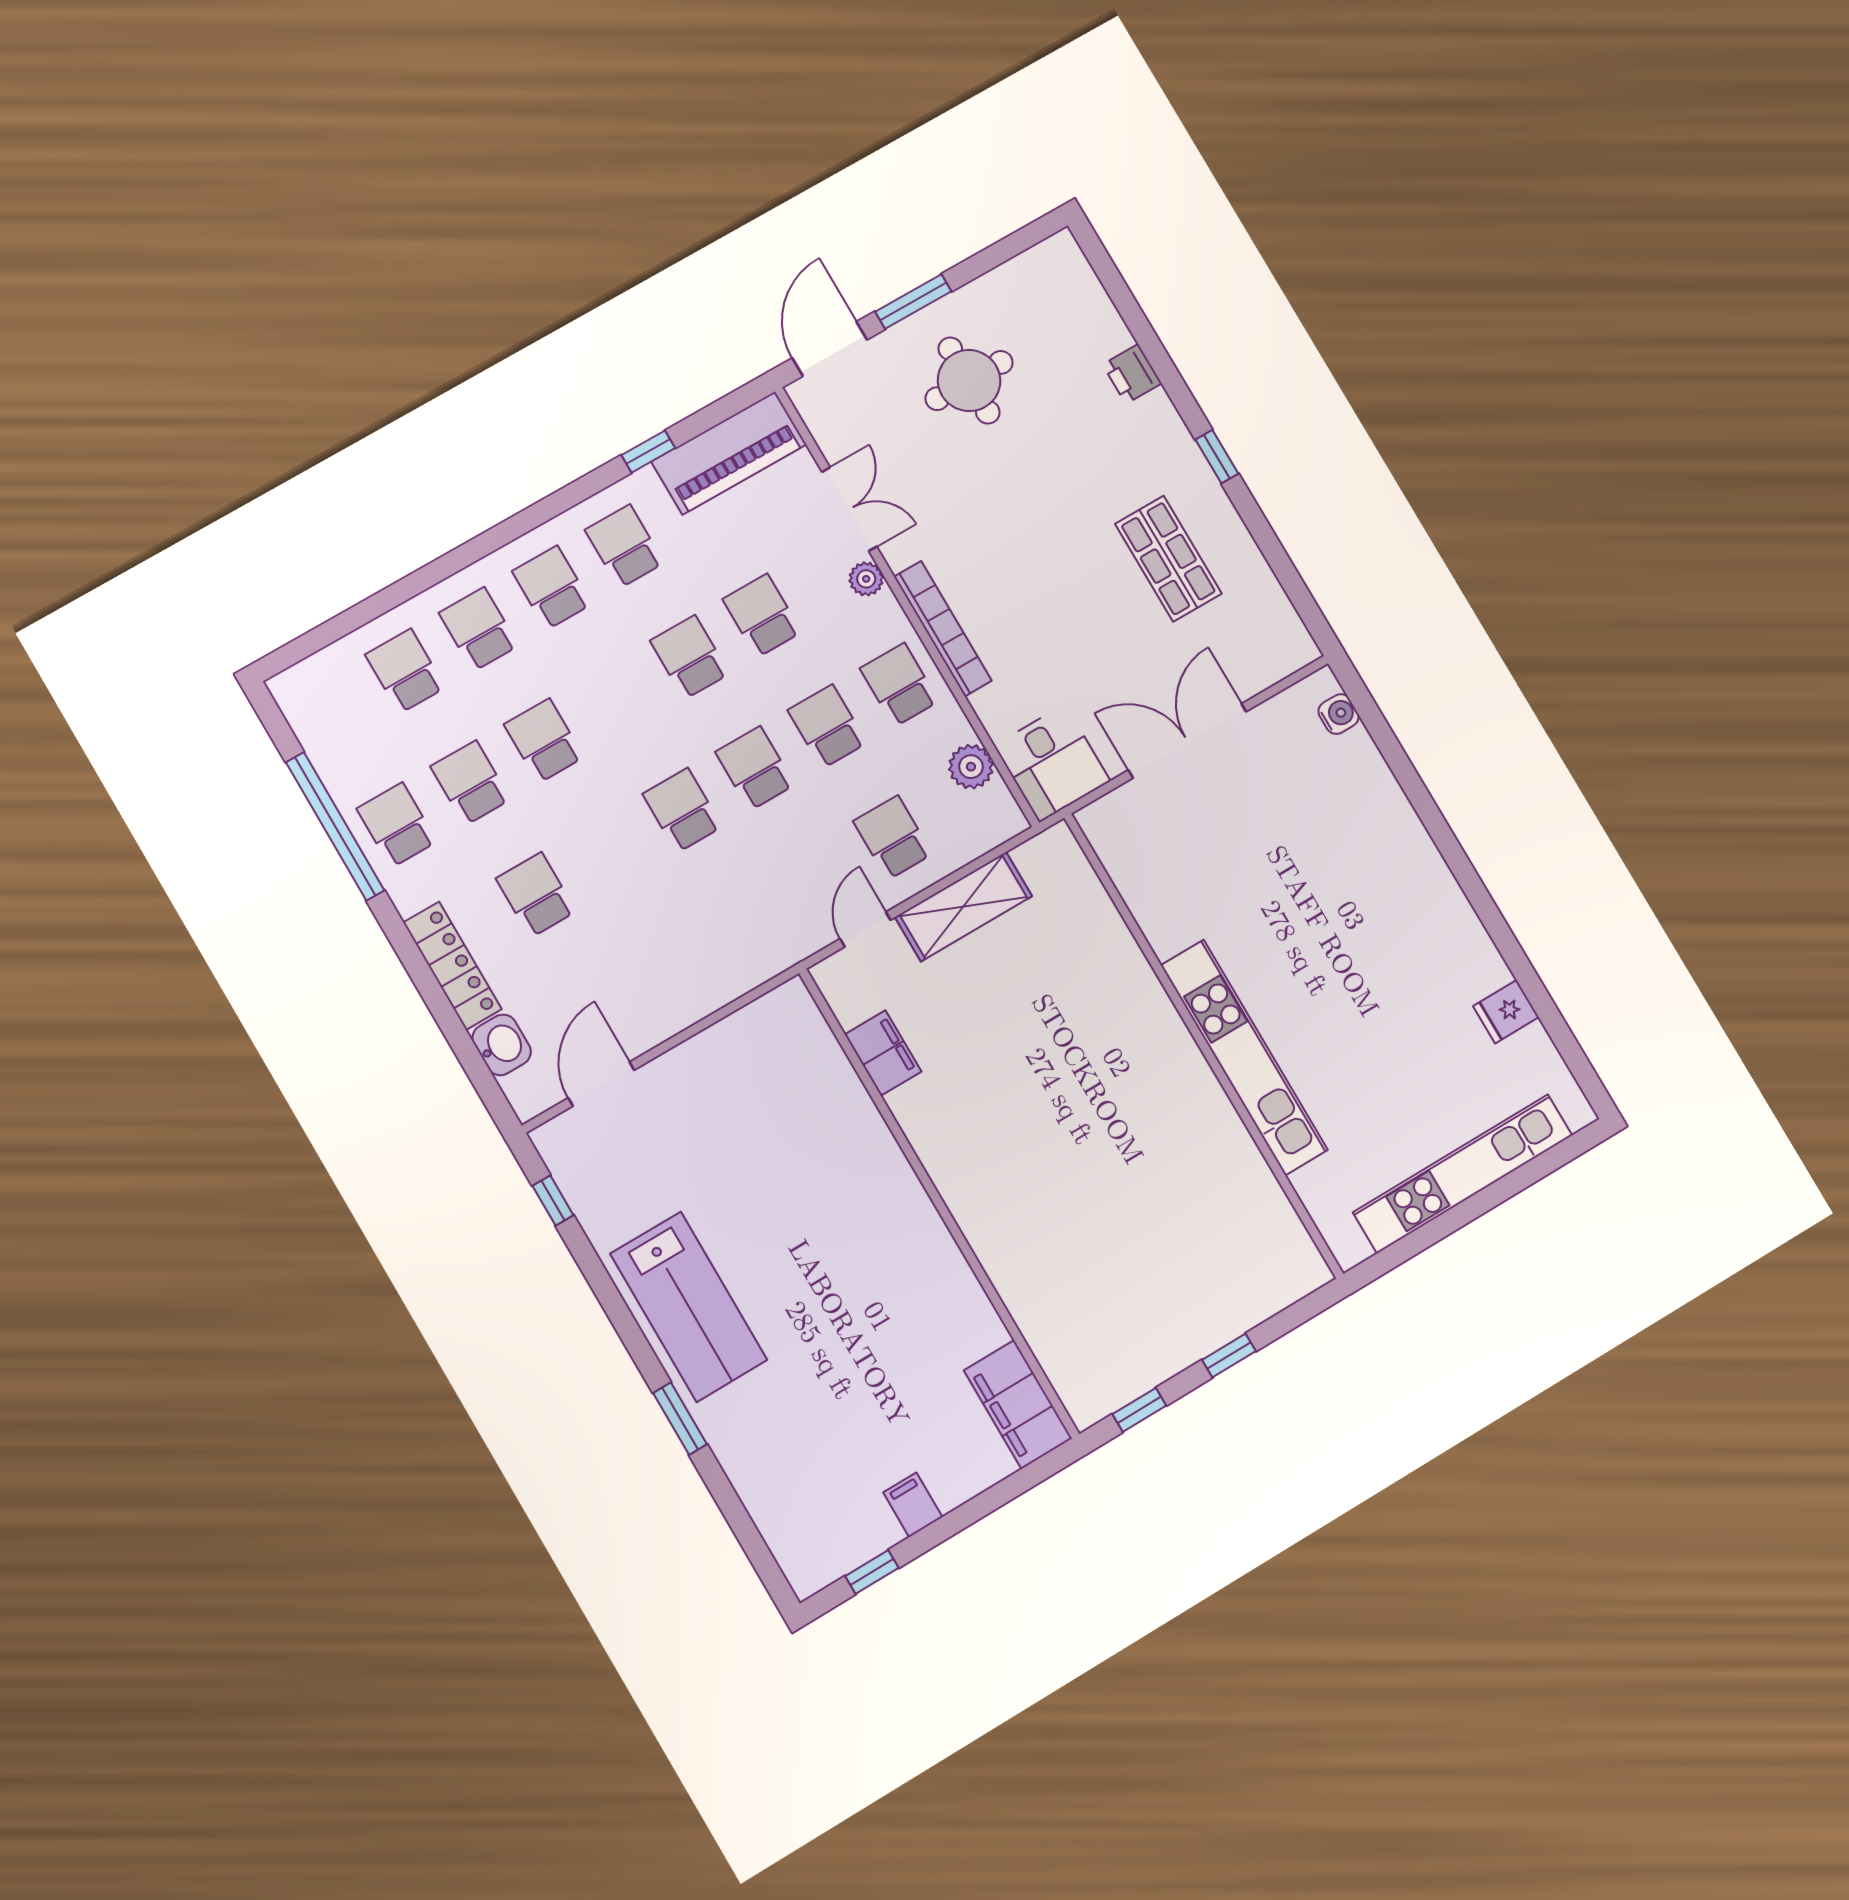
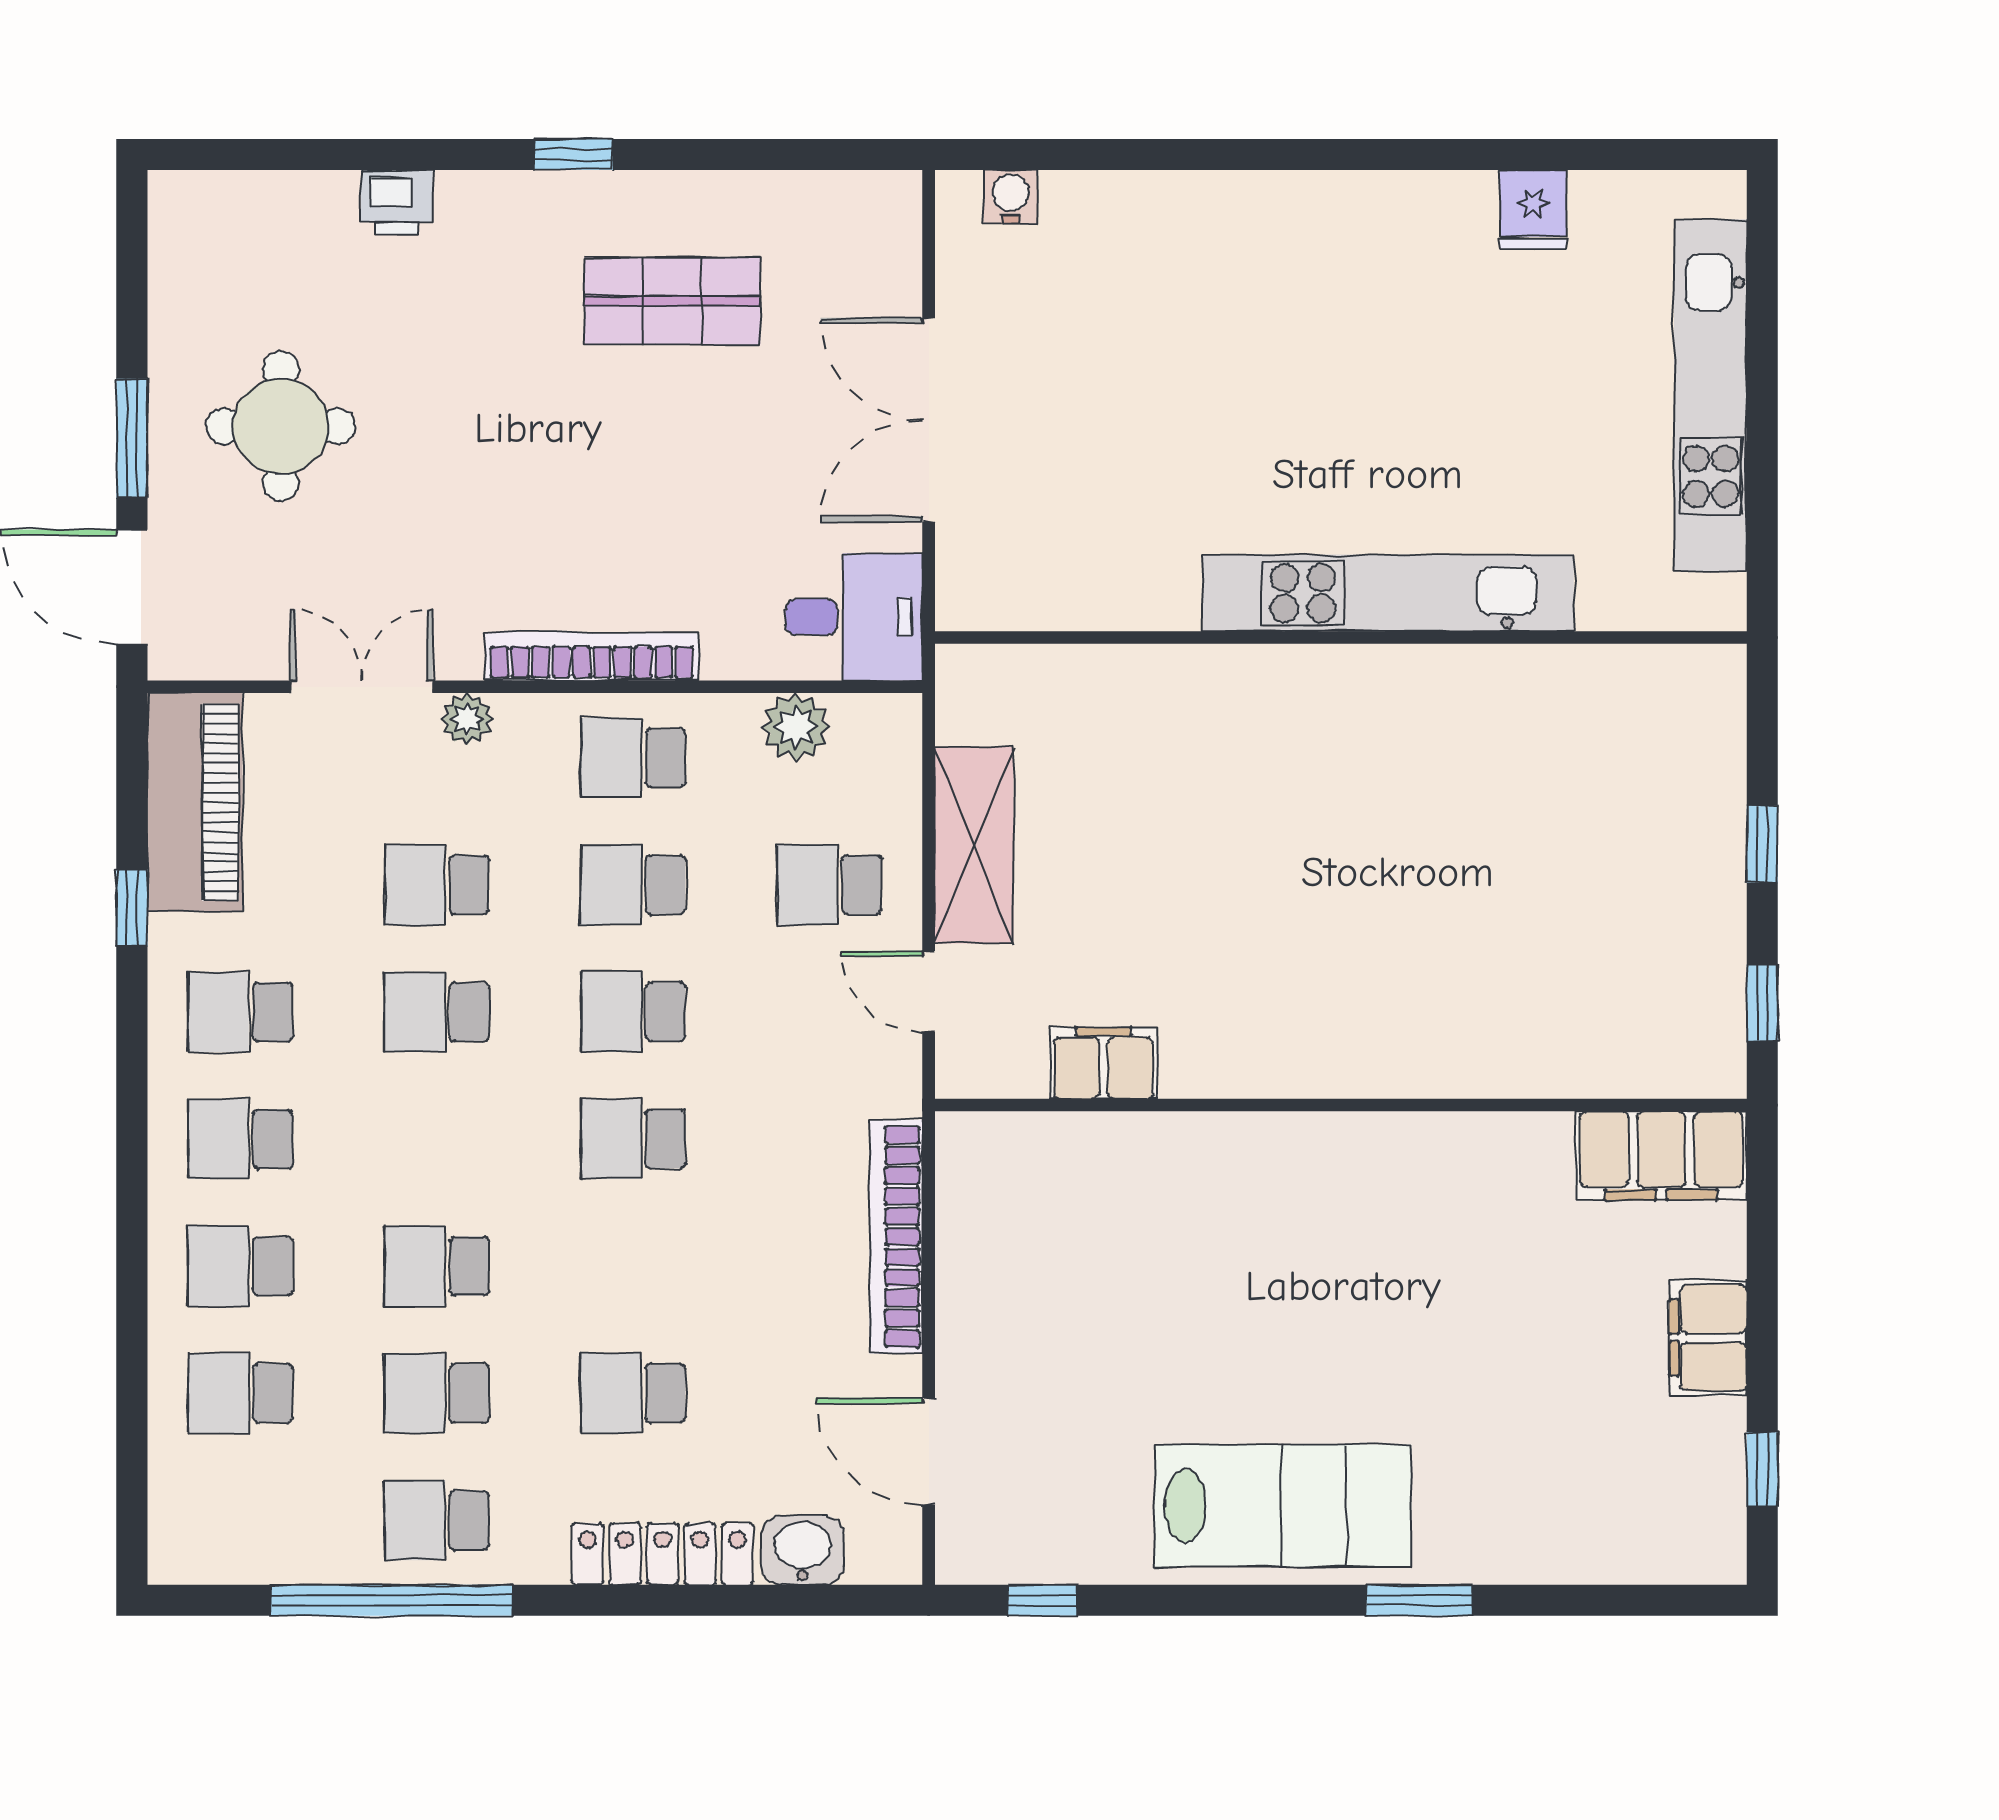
bookcase: (714, 993) -> (896, 1237), added
filing cabinet: (913, 1505) -> (1708, 1338), width x2.00

